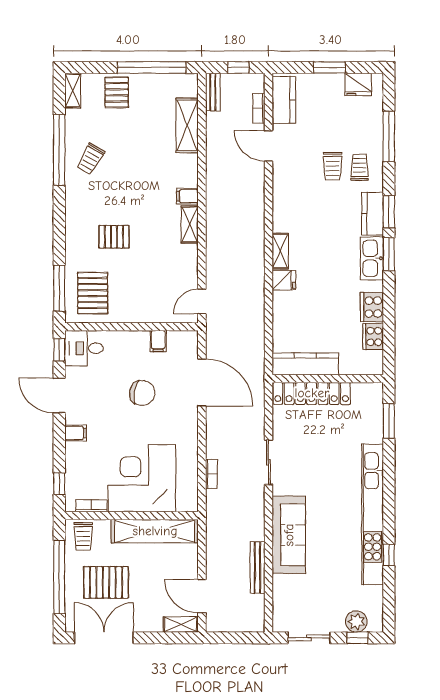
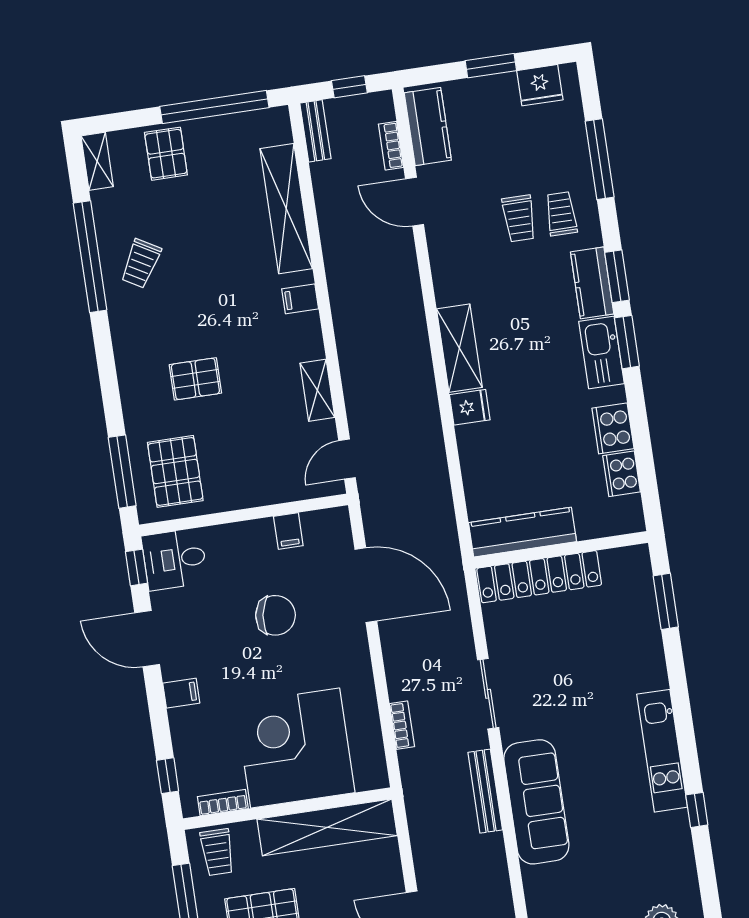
shelving: (187, 125) -> (286, 209), width x1.47
shelving: (190, 224) -> (317, 390), moved
shelving: (280, 251) -> (459, 348), width x1.50, depth x1.33
kitchen unit: (373, 514) -> (662, 751), width x0.54
bench: (257, 567) -> (485, 791), moved

